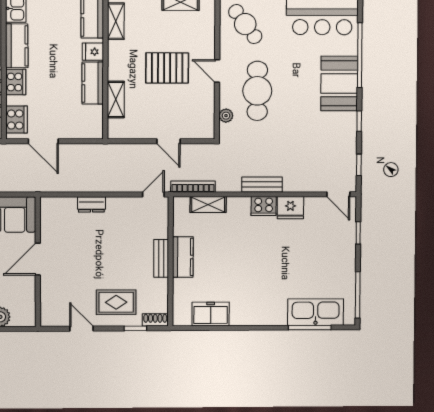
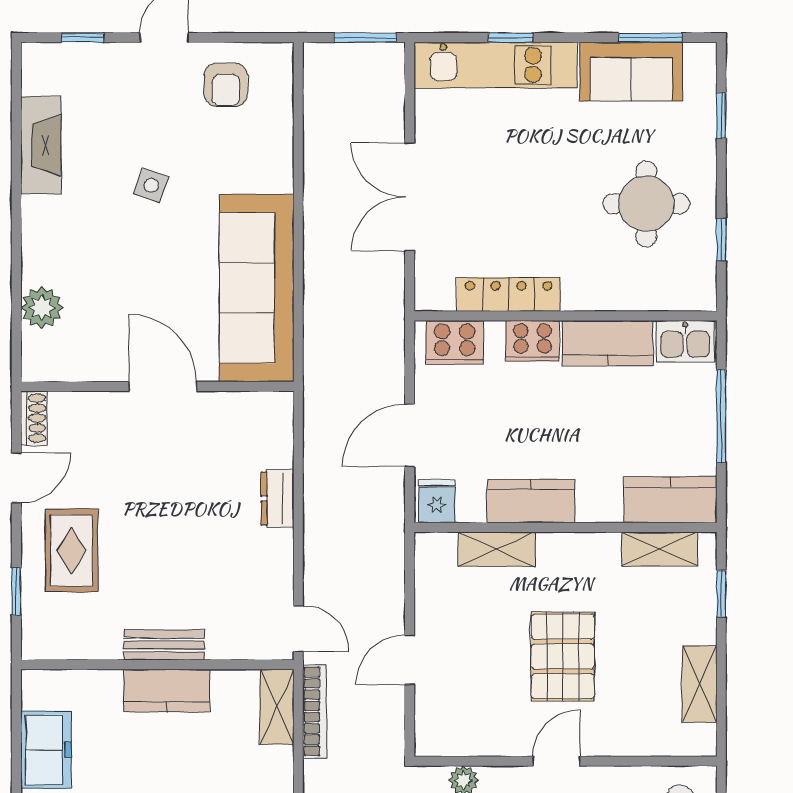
fridge: (93, 52) -> (437, 501), moved
door: (43, 141) -> (410, 435), moved
shelving: (208, 205) -> (277, 707), moved
shoe rack: (155, 320) -> (34, 418), moved

